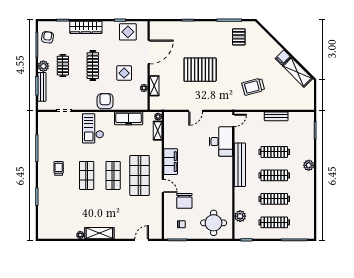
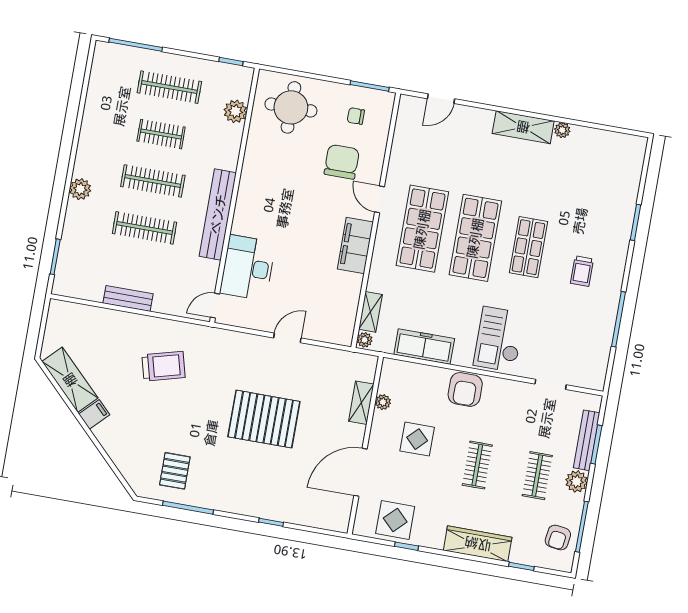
clothes rail: (93, 66) -> (477, 465), width x0.73
checkout: (93, 128) -> (499, 339), turned 180
shop shelf: (113, 175) -> (475, 238), width x1.43, depth x1.36
clothes rail: (274, 199) -> (161, 134), width x0.73

